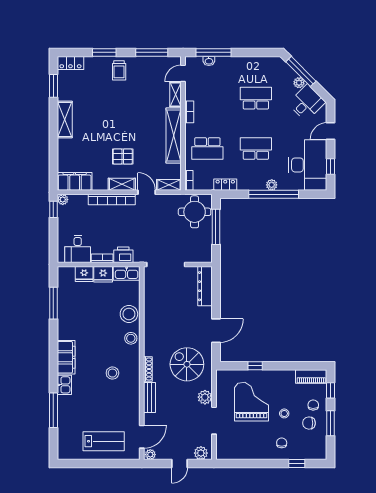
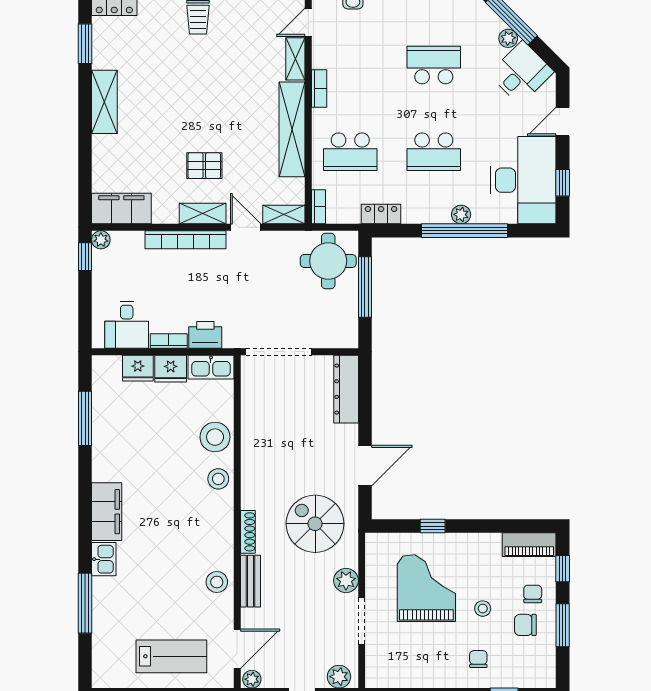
school desk: (256, 148) -> (434, 152), turned 180
stool: (112, 373) -> (217, 582), moved

